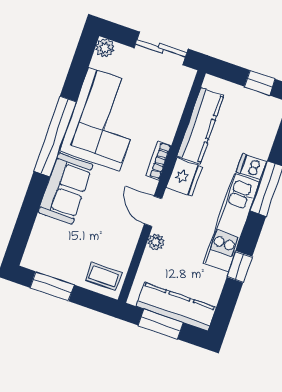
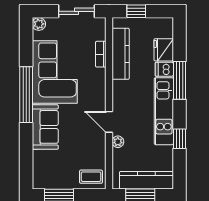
window: (260, 83) -> (136, 11), moved
bookcase: (158, 160) -> (101, 54), moved
fridge: (184, 177) -> (164, 50), moved, turned 180

